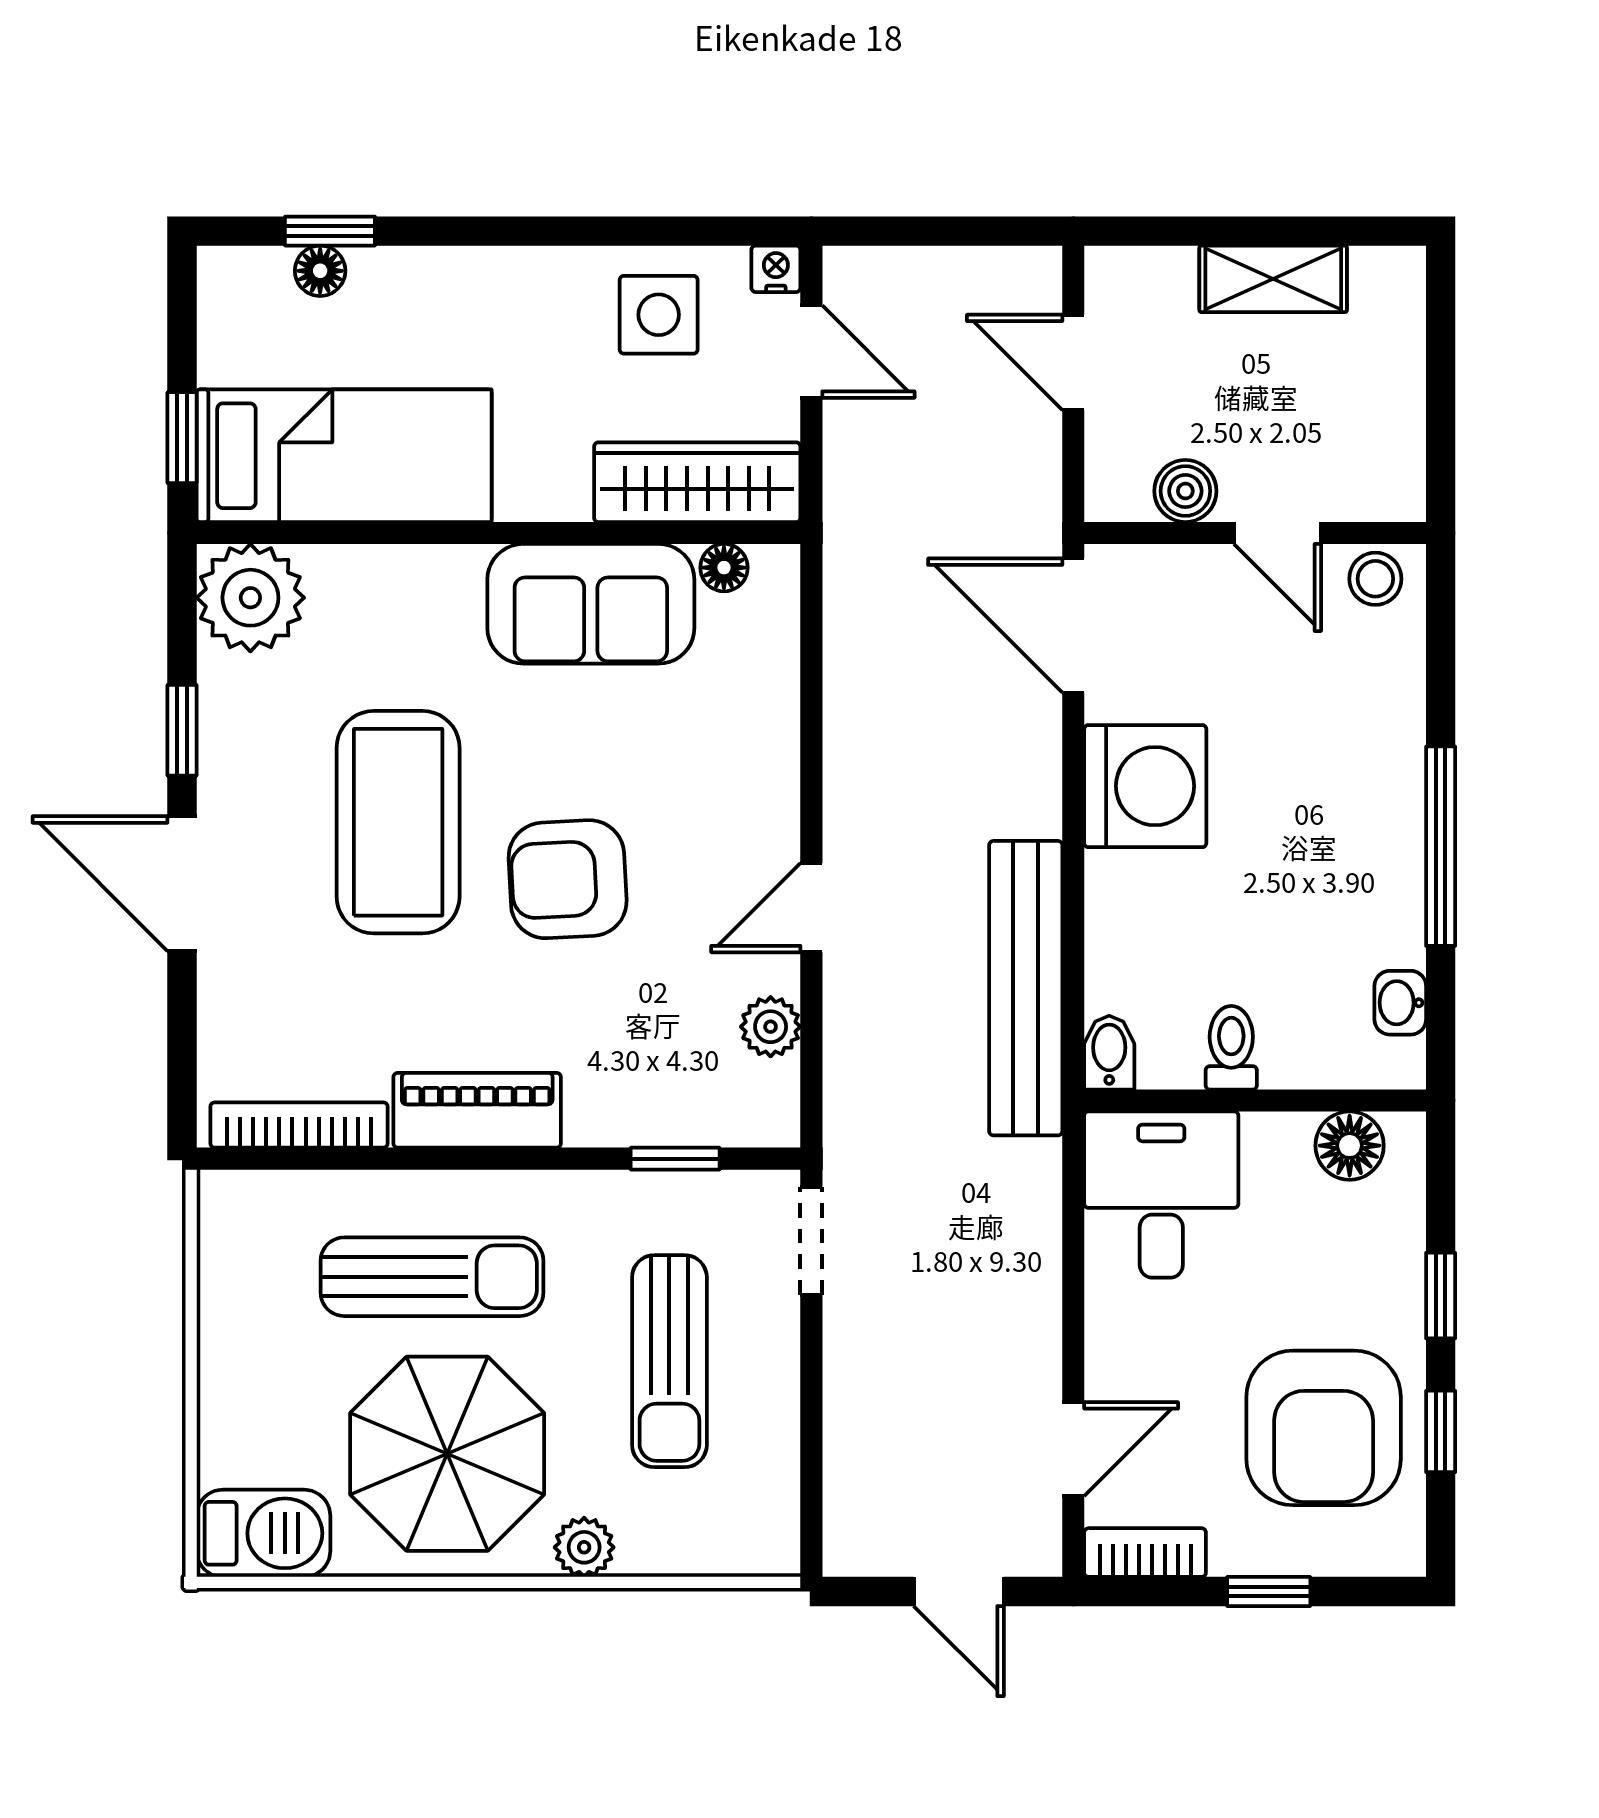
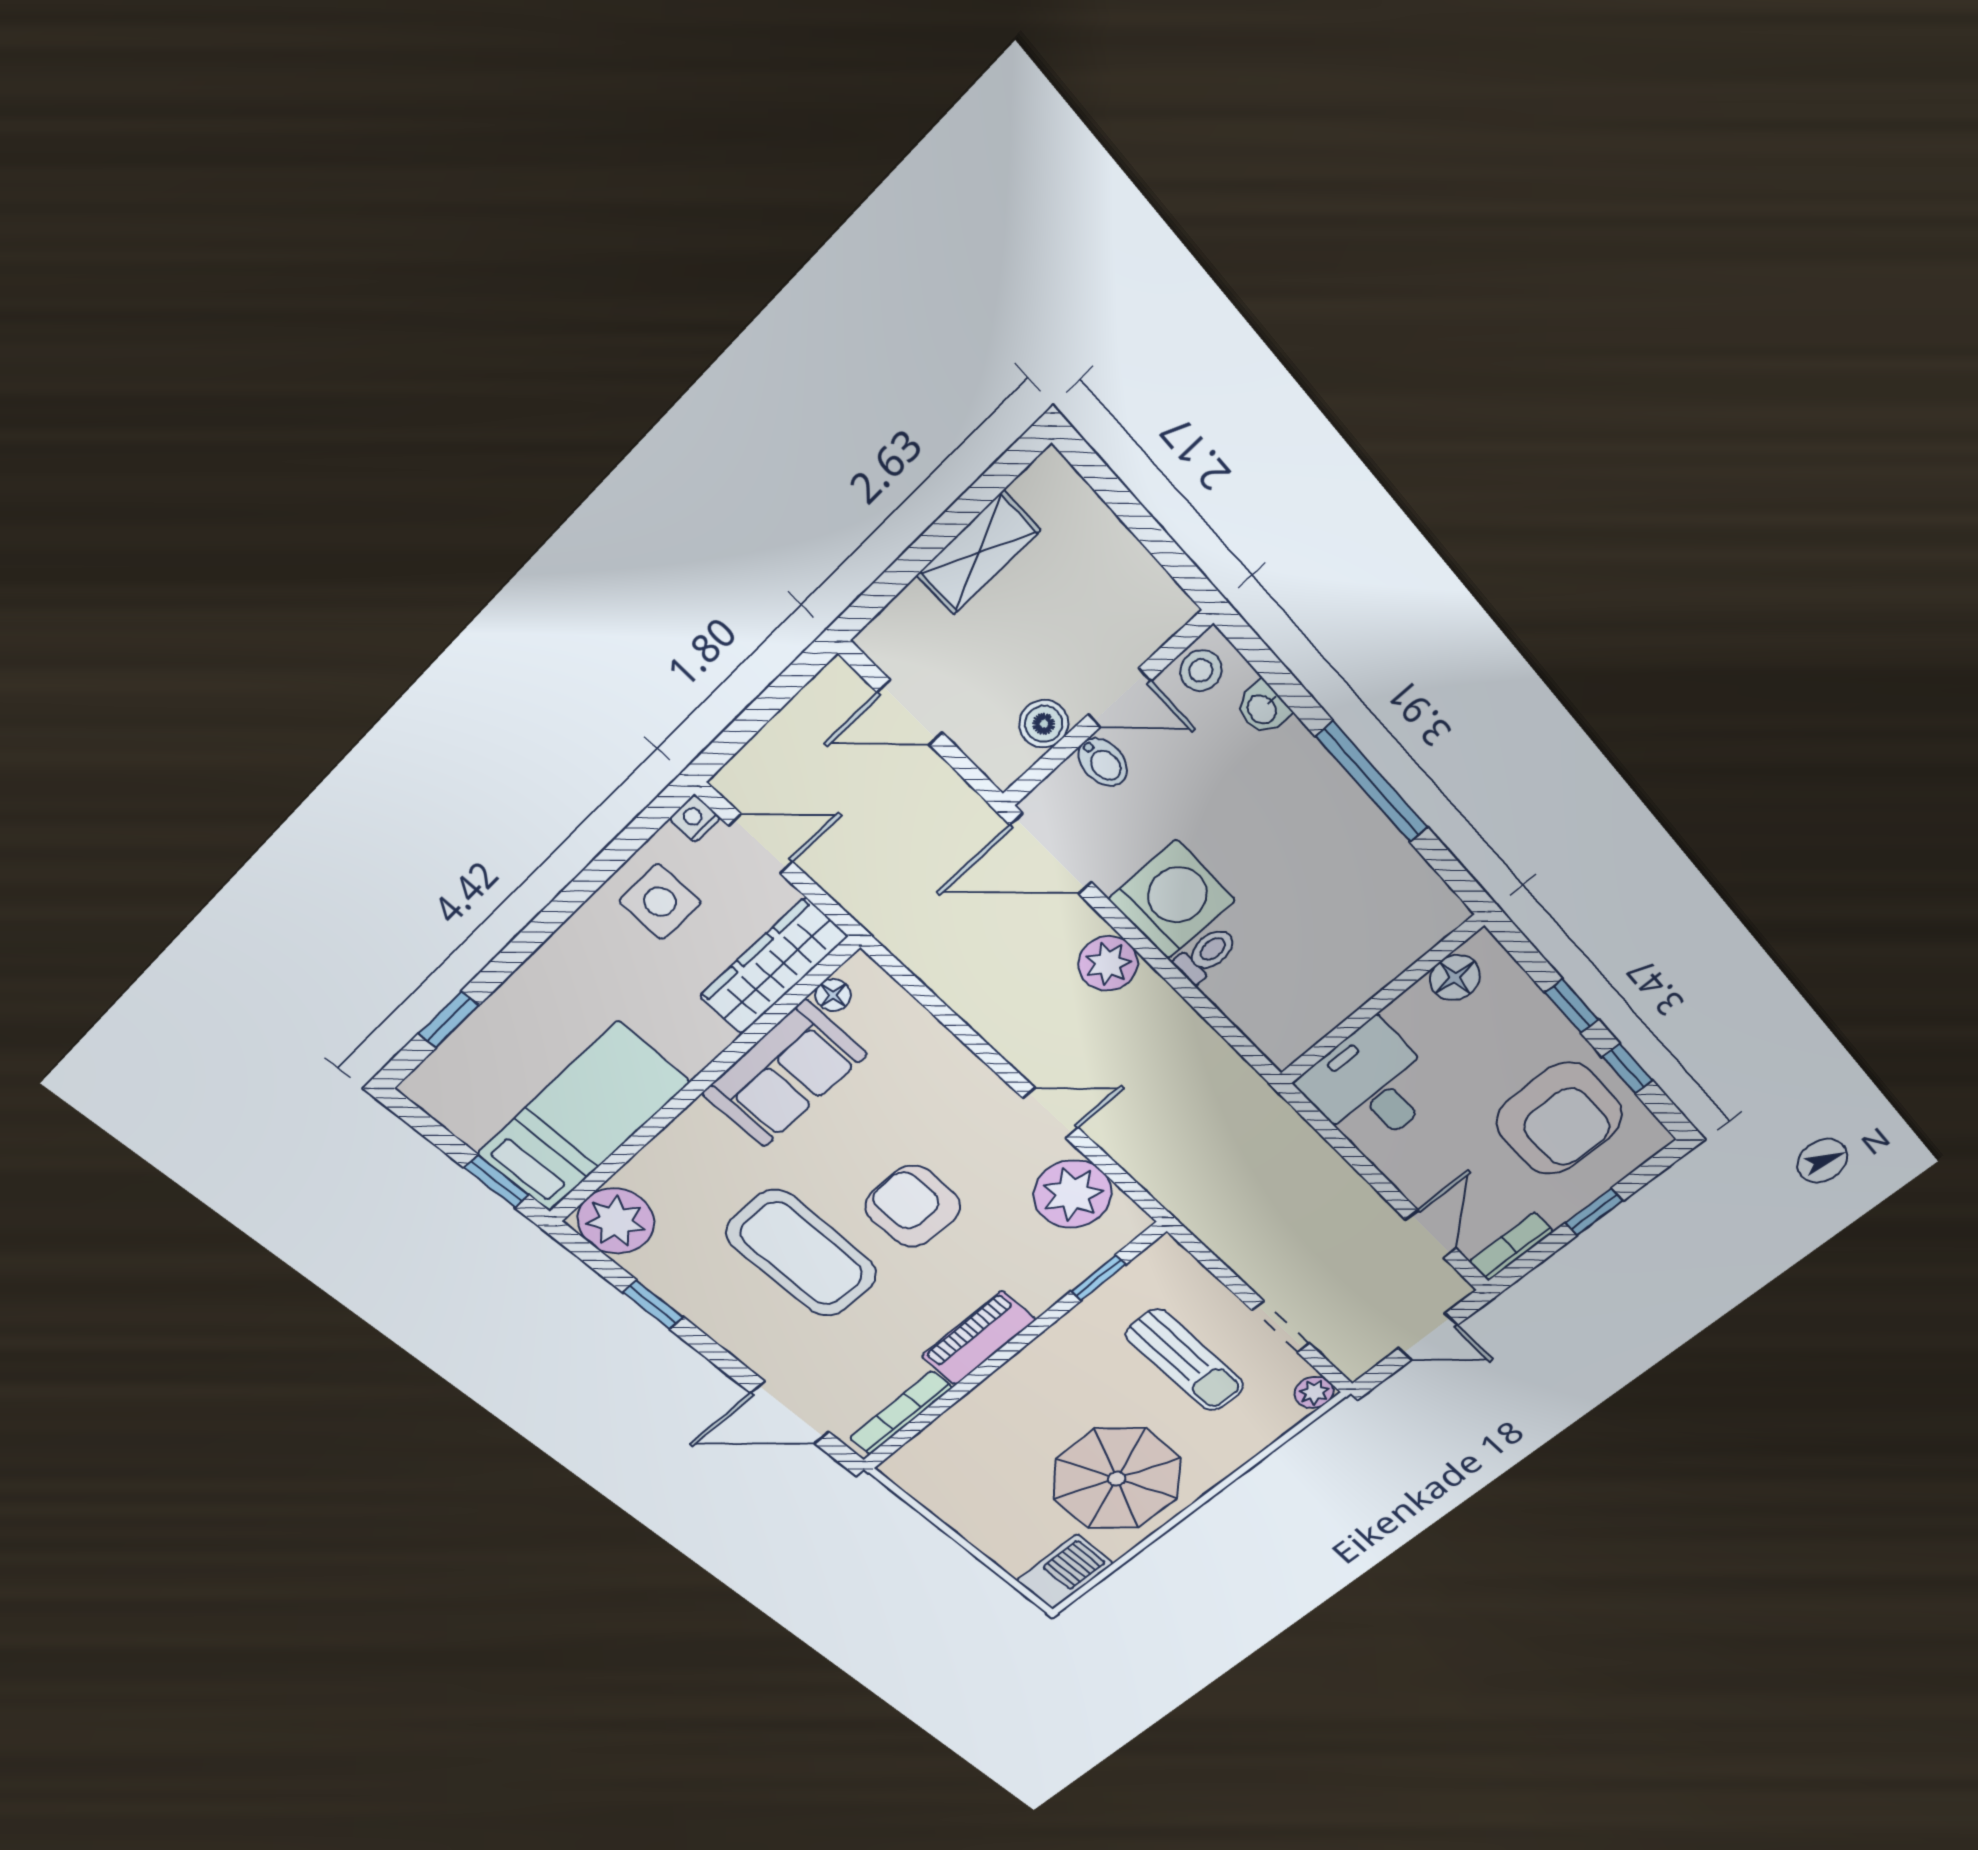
floor lamp: (320, 271) -> (467, 1043), removed
plant: (1022, 795) -> (1108, 963), added
armchair: (568, 879) -> (913, 1206), turned 93
door: (182, 884) -> (790, 1412), moved
door: (811, 908) -> (1050, 1113), swing flipped
bench: (1026, 988) -> (1203, 1053), removed
washbasin: (1400, 1003) -> (1263, 708), moved
plant: (771, 1027) -> (1072, 1194), width x1.88, depth x1.88
toilet: (1231, 1048) -> (1206, 955), moved, turned 90
bidet: (1109, 1053) -> (1103, 762), moved, turned 180
doorway: (811, 1241) -> (1281, 1327), moved
sun lounger: (432, 1277) -> (1032, 1419), removed
plant: (584, 1547) -> (1314, 1392), moved

